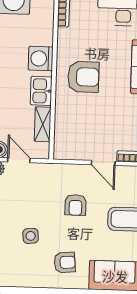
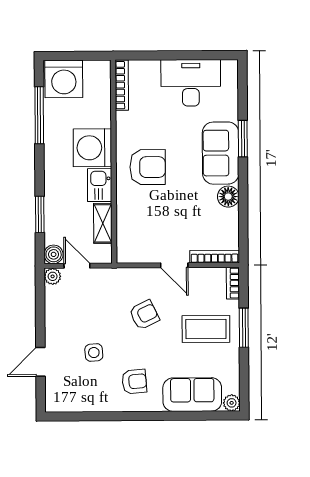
washing machine: (41, 59) -> (92, 148), width x1.37, depth x1.37
armchair: (76, 205) -> (144, 315), turned -116

